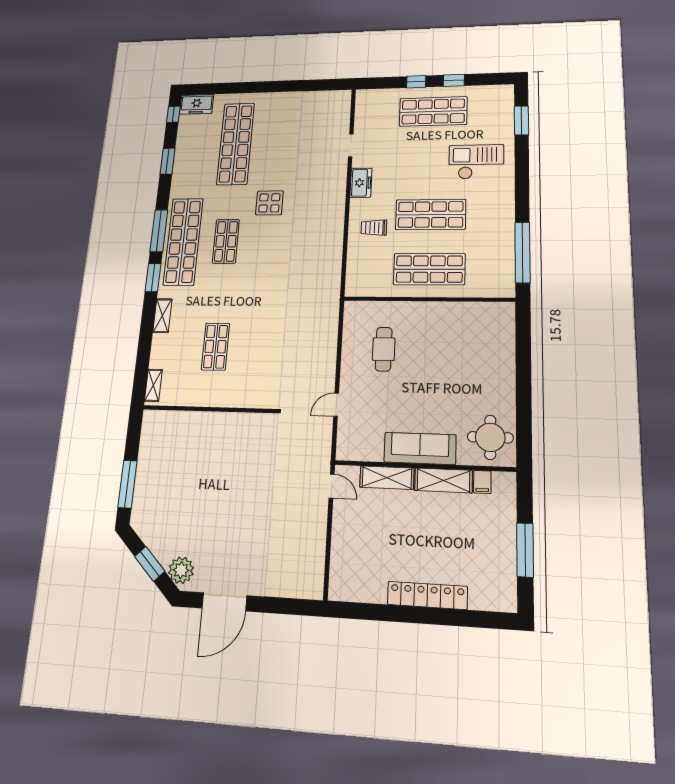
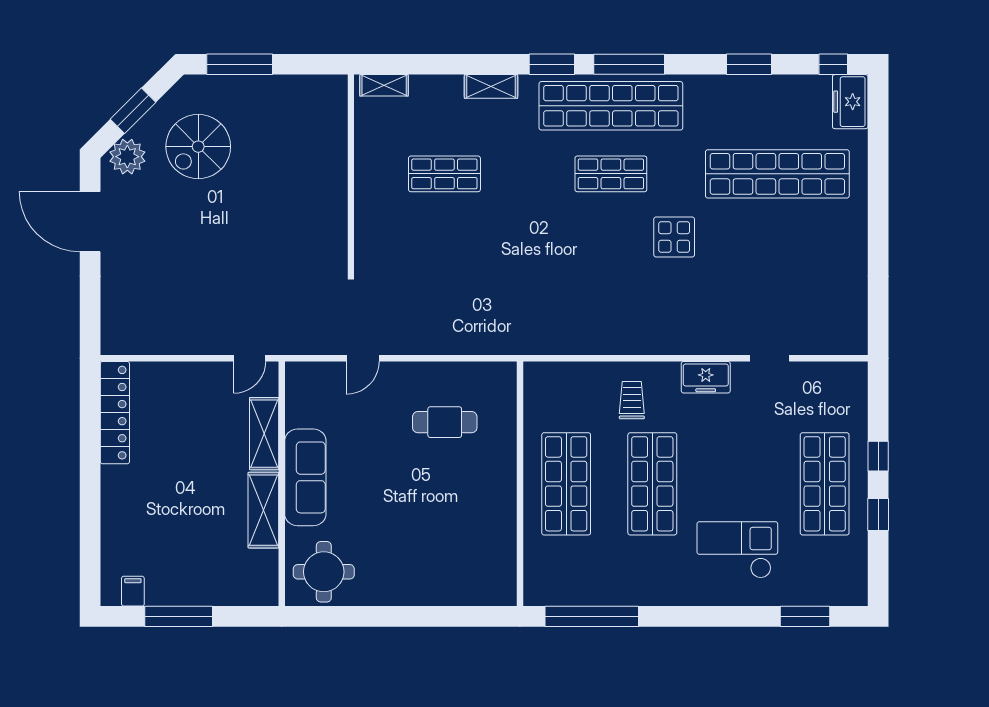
checkout: (476, 162) -> (737, 550), turned -90
door: (336, 405) -> (363, 358), swing flipped
filing cabinet: (482, 482) -> (133, 591), moved, turned 90
spiral stairs: (180, 517) -> (198, 147), added
locker: (427, 595) -> (115, 413), moved

